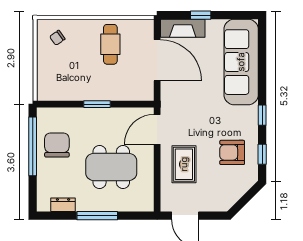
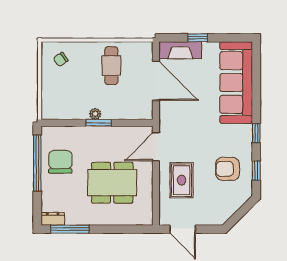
plant: (93, 95) -> (95, 114), added
dresser: (63, 205) -> (53, 219), moved
window: (97, 216) -> (70, 229), moved

